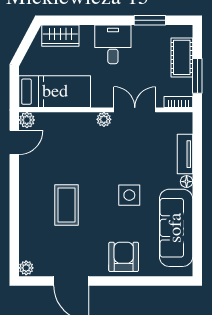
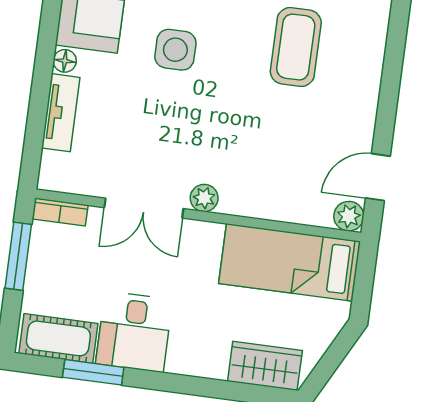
desk: (113, 44) -> (134, 332), moved
cot: (182, 57) -> (58, 338), moved, turned 90

